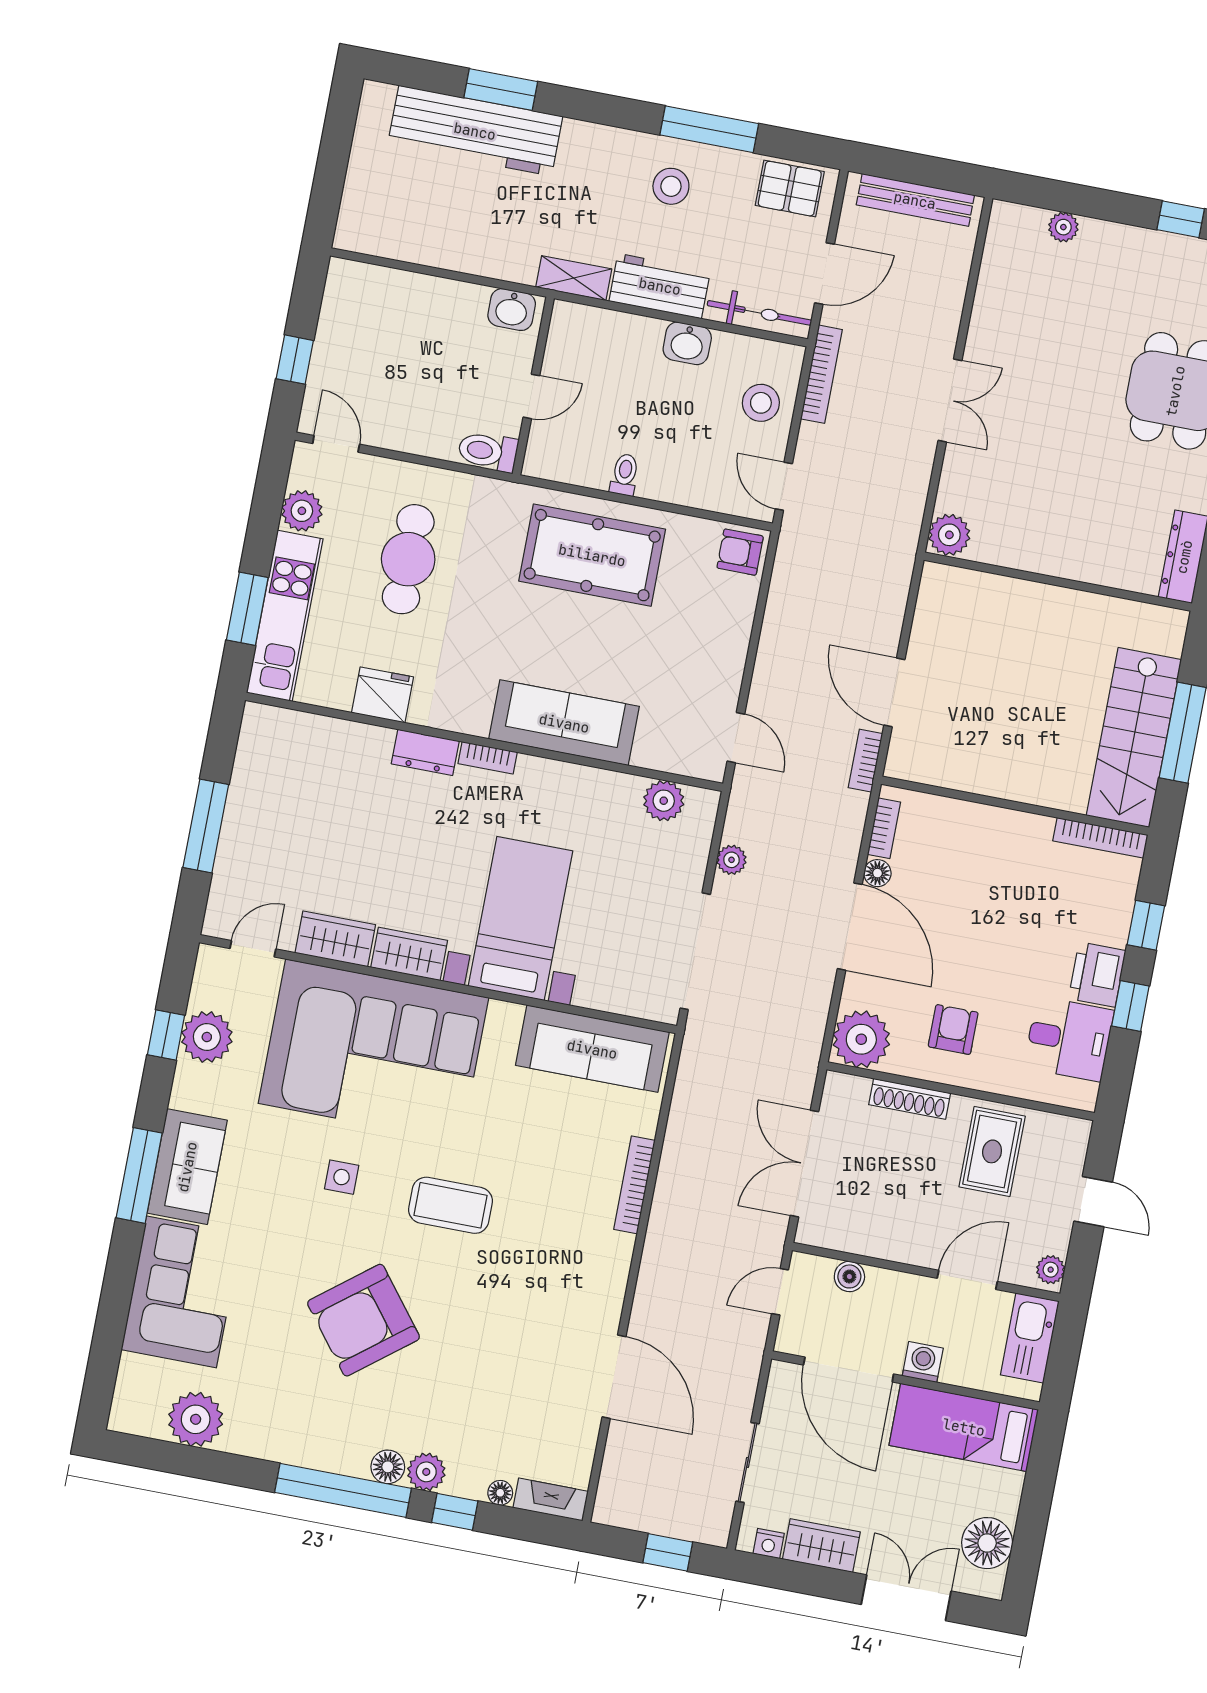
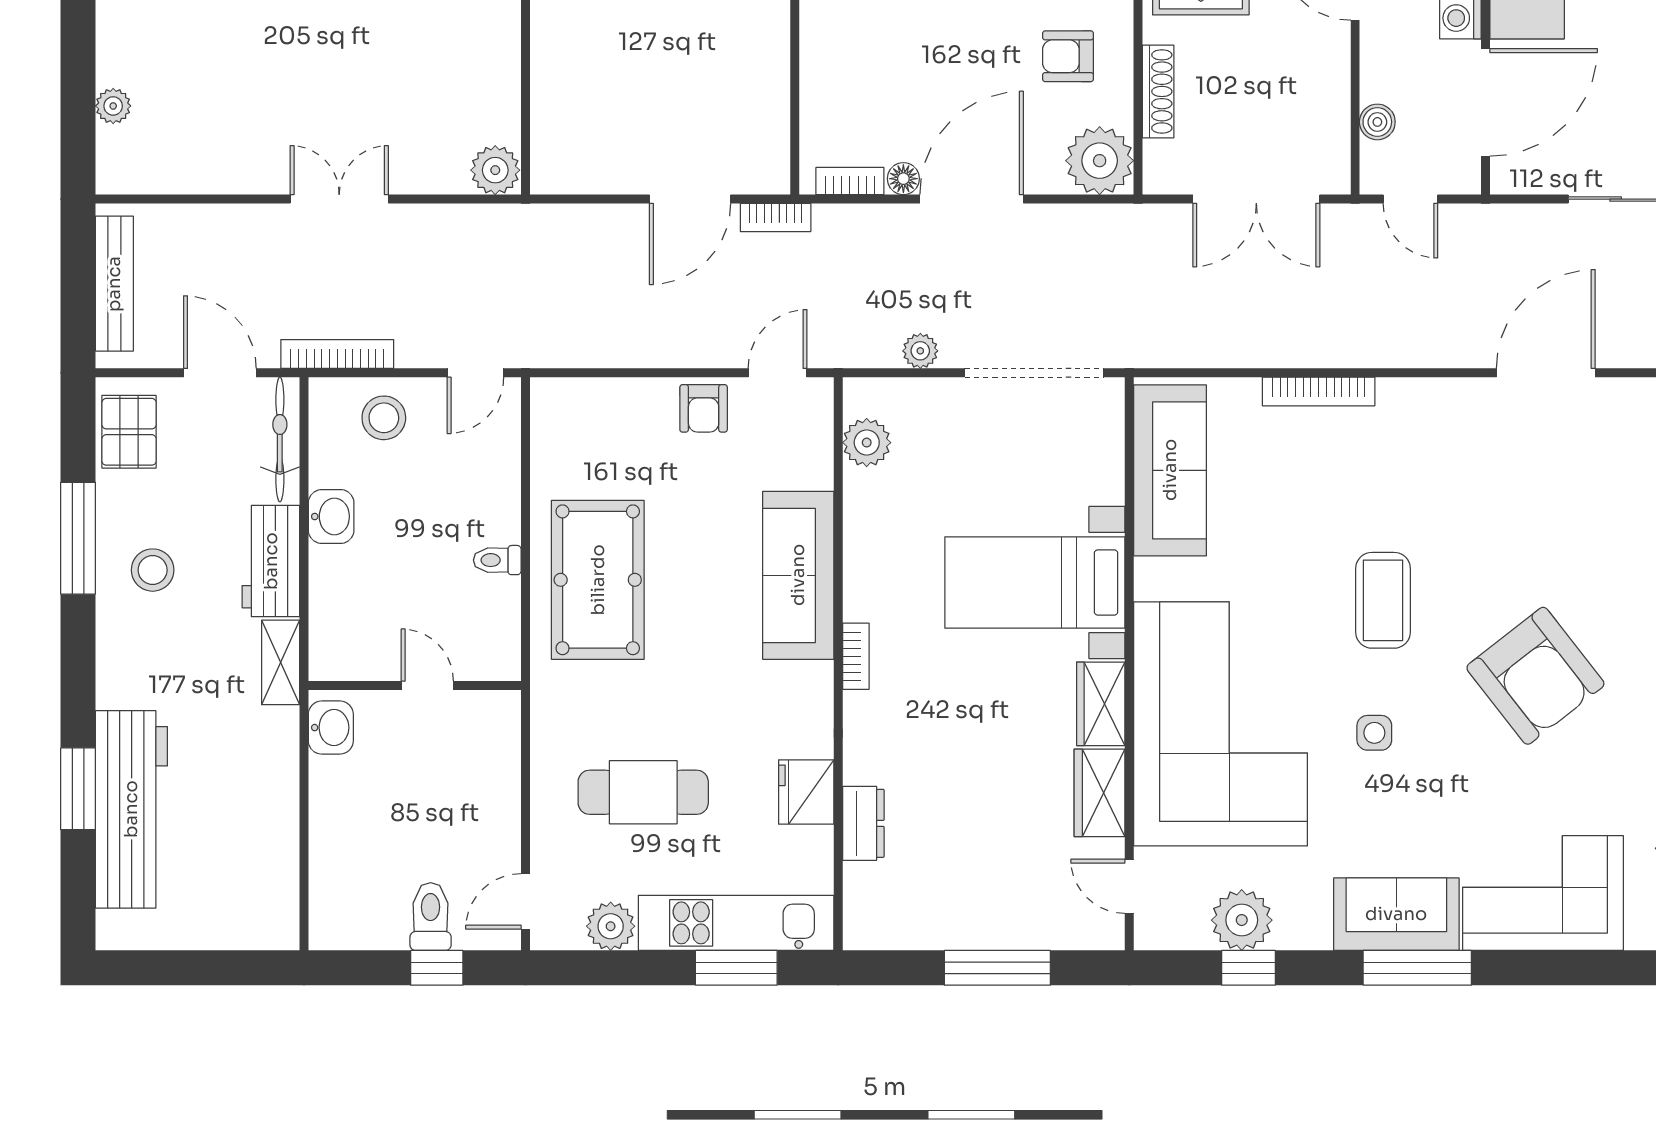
toilet: (488, 451) -> (431, 917), moved, turned 180
armchair: (740, 552) -> (704, 408), moved
dresser: (425, 752) -> (863, 823), moved

